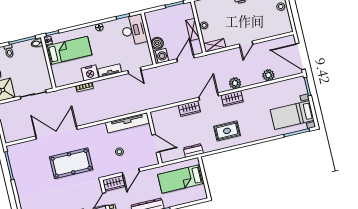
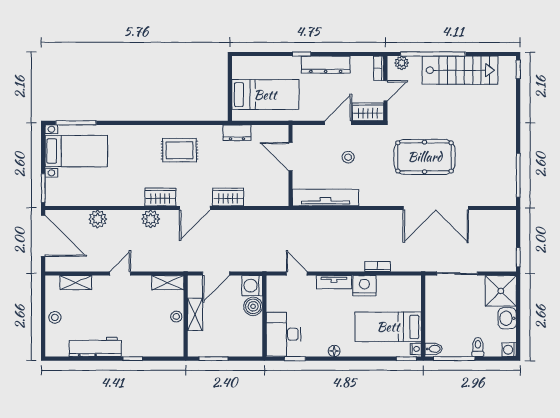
shelving: (273, 32) -> (76, 283), added

